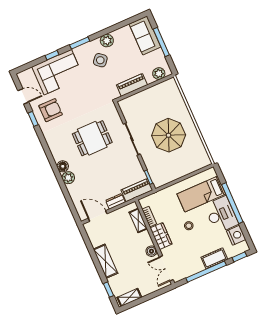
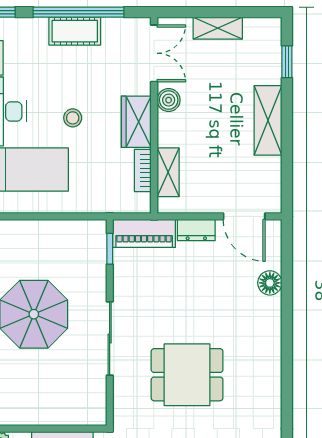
floor lamp: (63, 166) -> (270, 283), moved
plant: (68, 178) -> (269, 318), removed
cot: (214, 258) -> (75, 31), moved
shelving: (129, 297) -> (218, 28), moved

